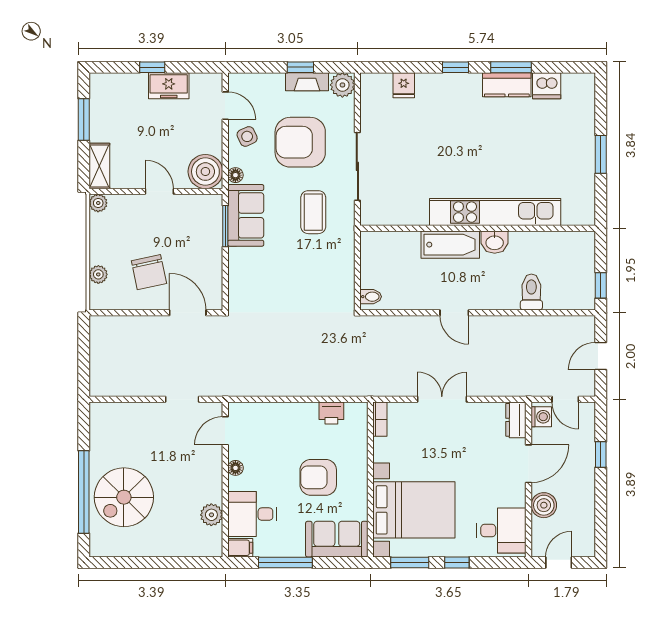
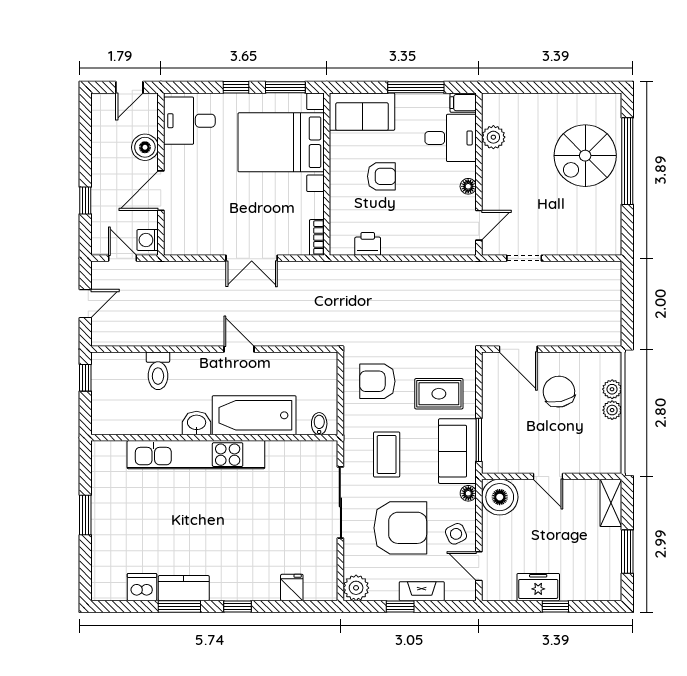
fireplace: (307, 82) -> (422, 591), moved
plant: (98, 203) -> (612, 410), moved
bathtub: (450, 245) -> (254, 415), width x1.36, depth x1.36
rug: (263, 270) -> (439, 394), added
armchair: (322, 282) -> (377, 381), added
bidet: (371, 297) -> (319, 424), moved, turned 90
dresser: (516, 420) -> (174, 237), removed
armchair: (318, 477) -> (381, 176), width x0.72, depth x0.72
spiral stairs: (124, 497) -> (585, 156), turned 180

